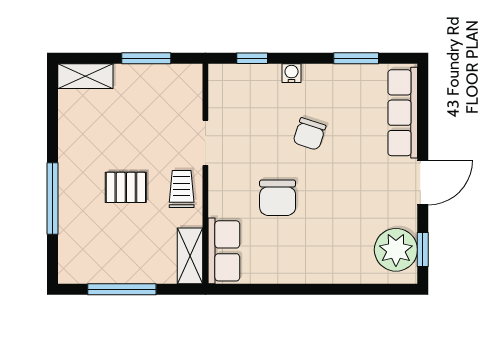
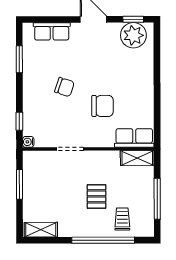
water cooler: (291, 73) -> (28, 142), moved
shelving: (85, 76) -> (41, 230), moved, turned 90
row of seats: (403, 113) -> (52, 31), width x0.68
trolley: (182, 189) -> (122, 219), moved, turned 90
window: (52, 198) -> (103, 240), width x1.46

